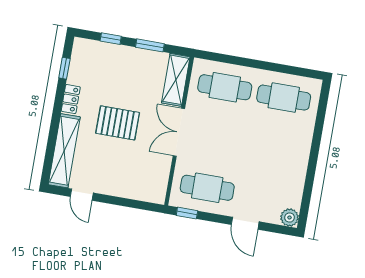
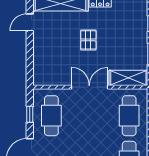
pallet: (118, 123) -> (88, 40), width x0.67, depth x0.71
window: (187, 213) -> (30, 114), moved

